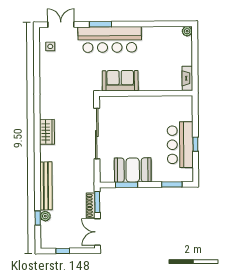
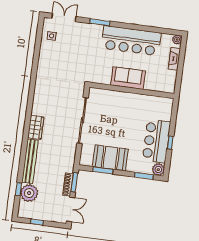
bar counter: (110, 39) -> (131, 41), moved
fireplace: (187, 78) -> (174, 59), moved
sofa: (120, 81) -> (128, 78), moved
wardrobe: (47, 132) -> (36, 127), moved
plant: (187, 175) -> (158, 169), added
plant: (45, 216) -> (29, 193), width x1.88, depth x1.88
double door: (97, 232) -> (71, 209), swing flipped

